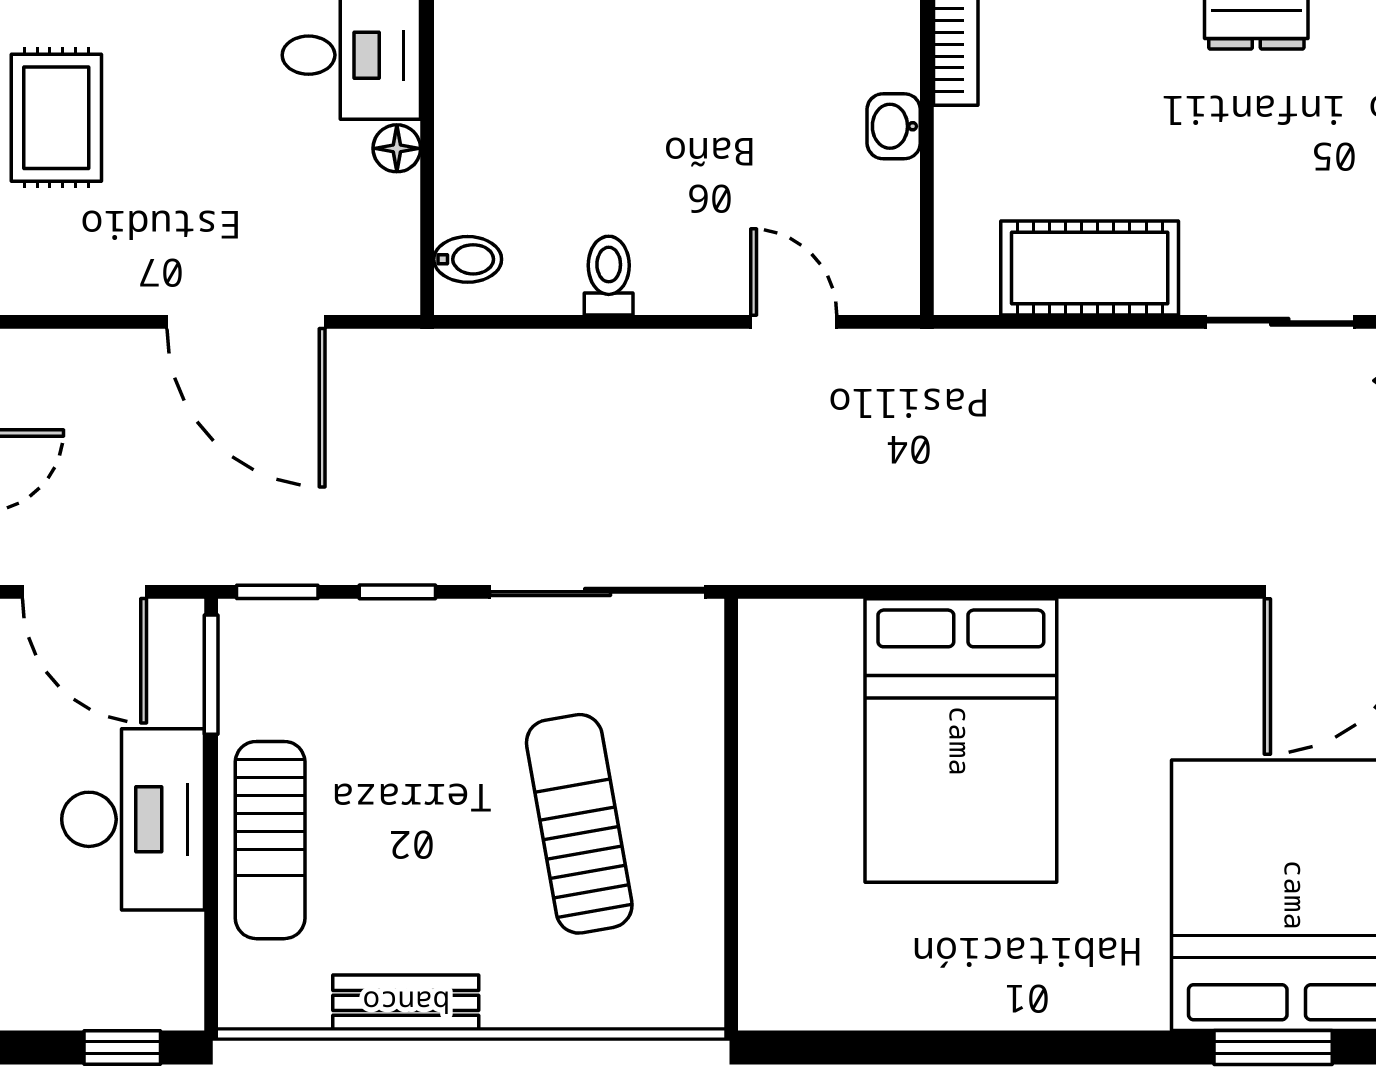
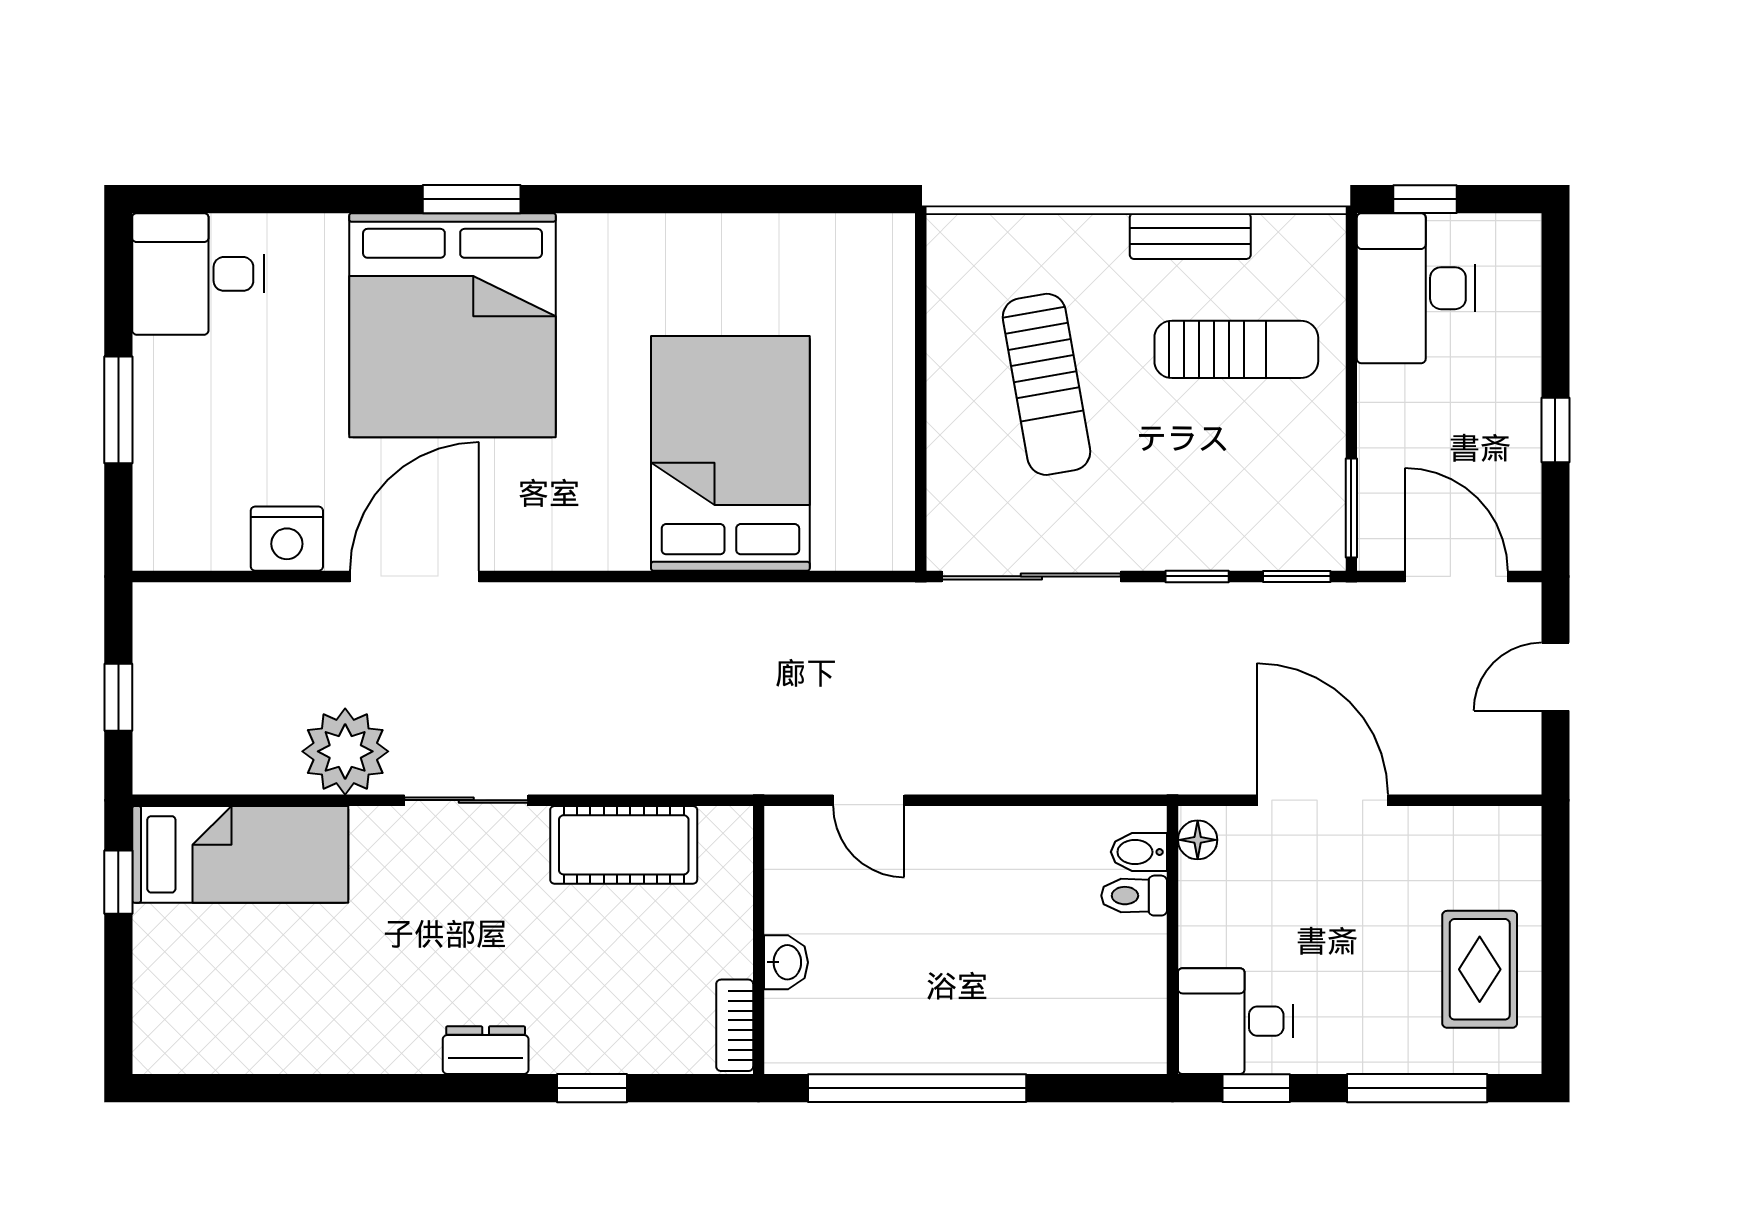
floor lamp: (397, 148) -> (1198, 840), moved
toilet: (609, 276) -> (1134, 896), moved, turned 90
desk: (133, 819) -> (1416, 288), moved
sun lounger: (270, 840) -> (1236, 349), moved, turned 90

